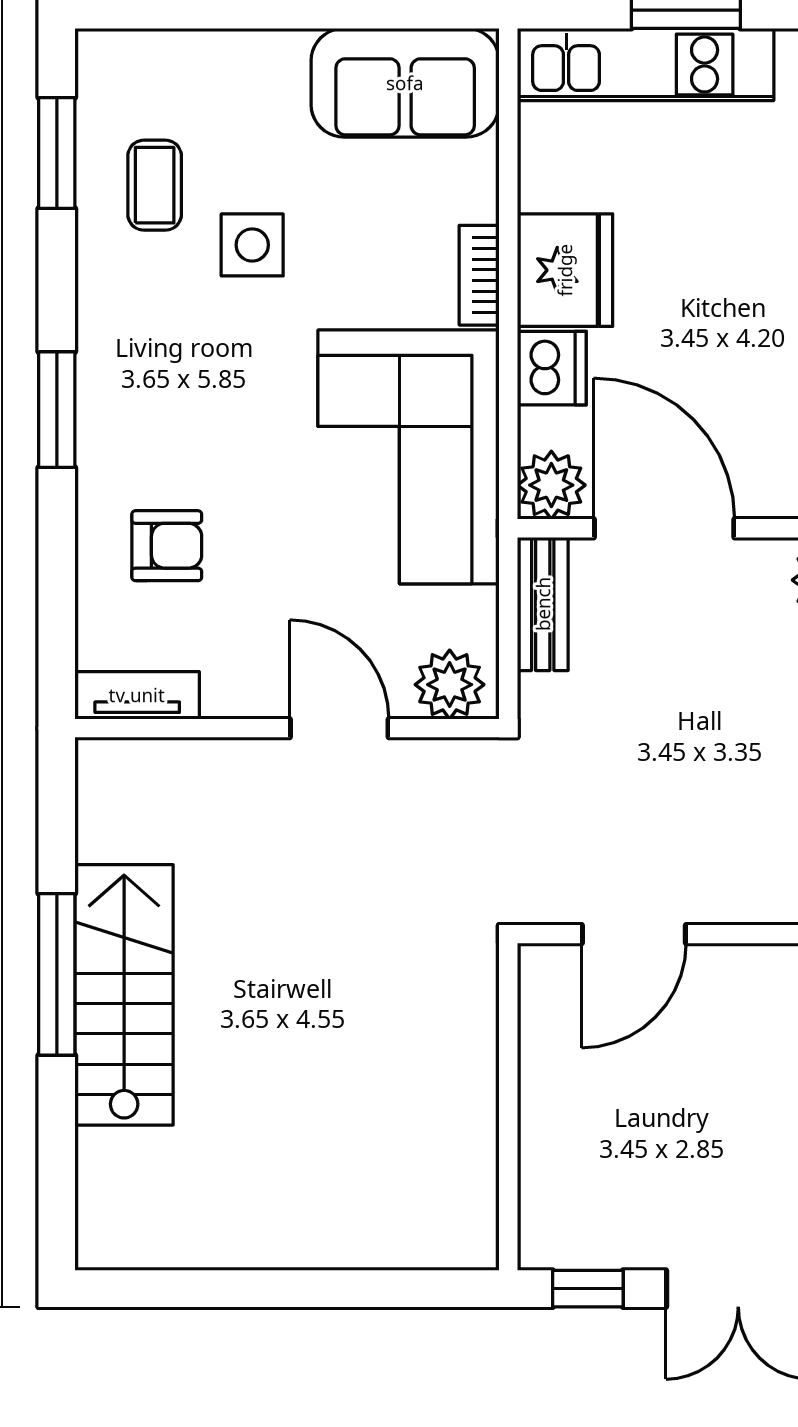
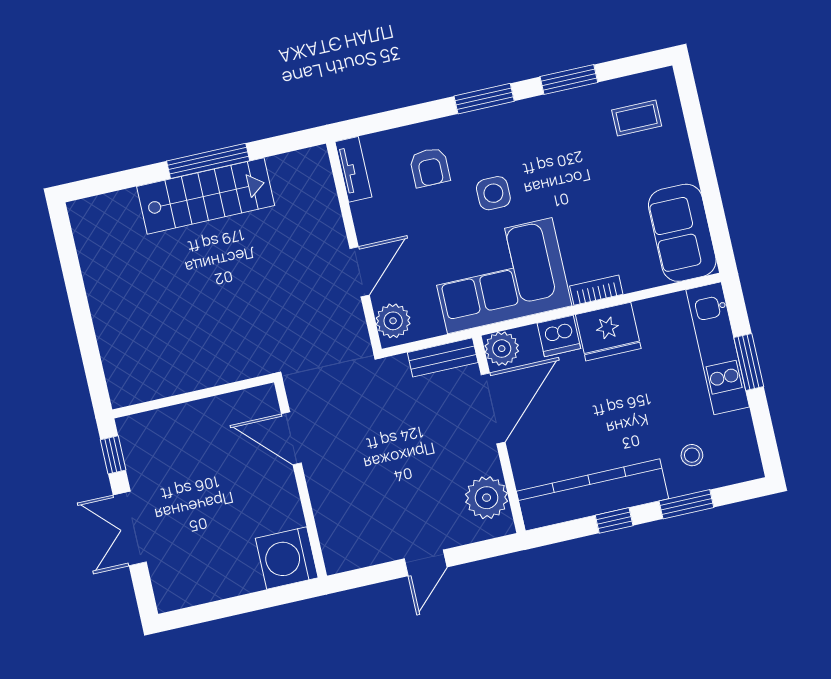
window: (57, 153) -> (569, 80), moved
coffee table: (155, 185) -> (637, 118), moved
side table: (252, 245) -> (493, 193), moved

